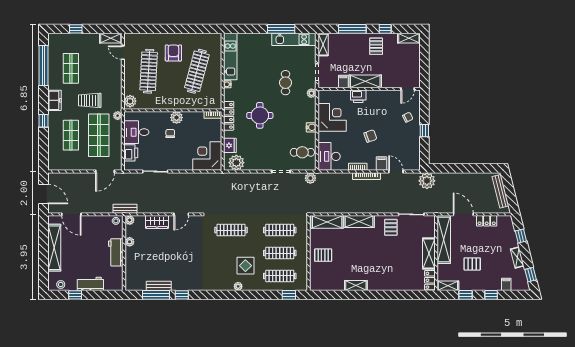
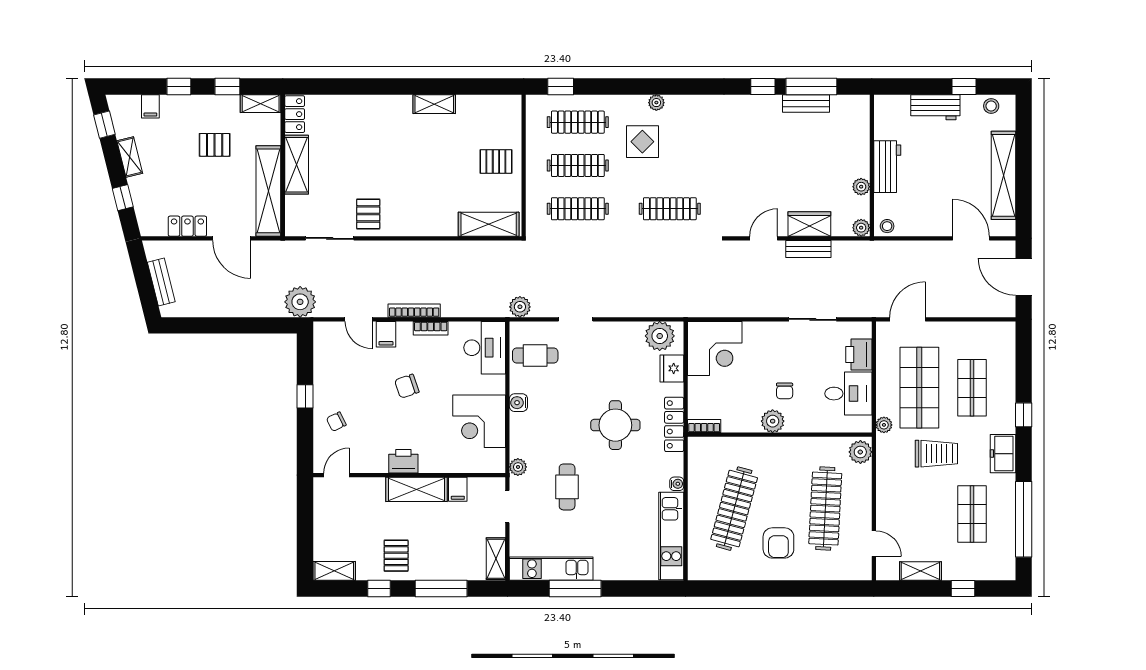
shelving: (111, 38) -> (920, 571), moved
printer: (358, 96) -> (403, 461), moved
bench: (500, 191) -> (161, 282), width x0.73
bench: (125, 209) -> (808, 249), moved
shelving: (359, 222) -> (428, 225), removed

